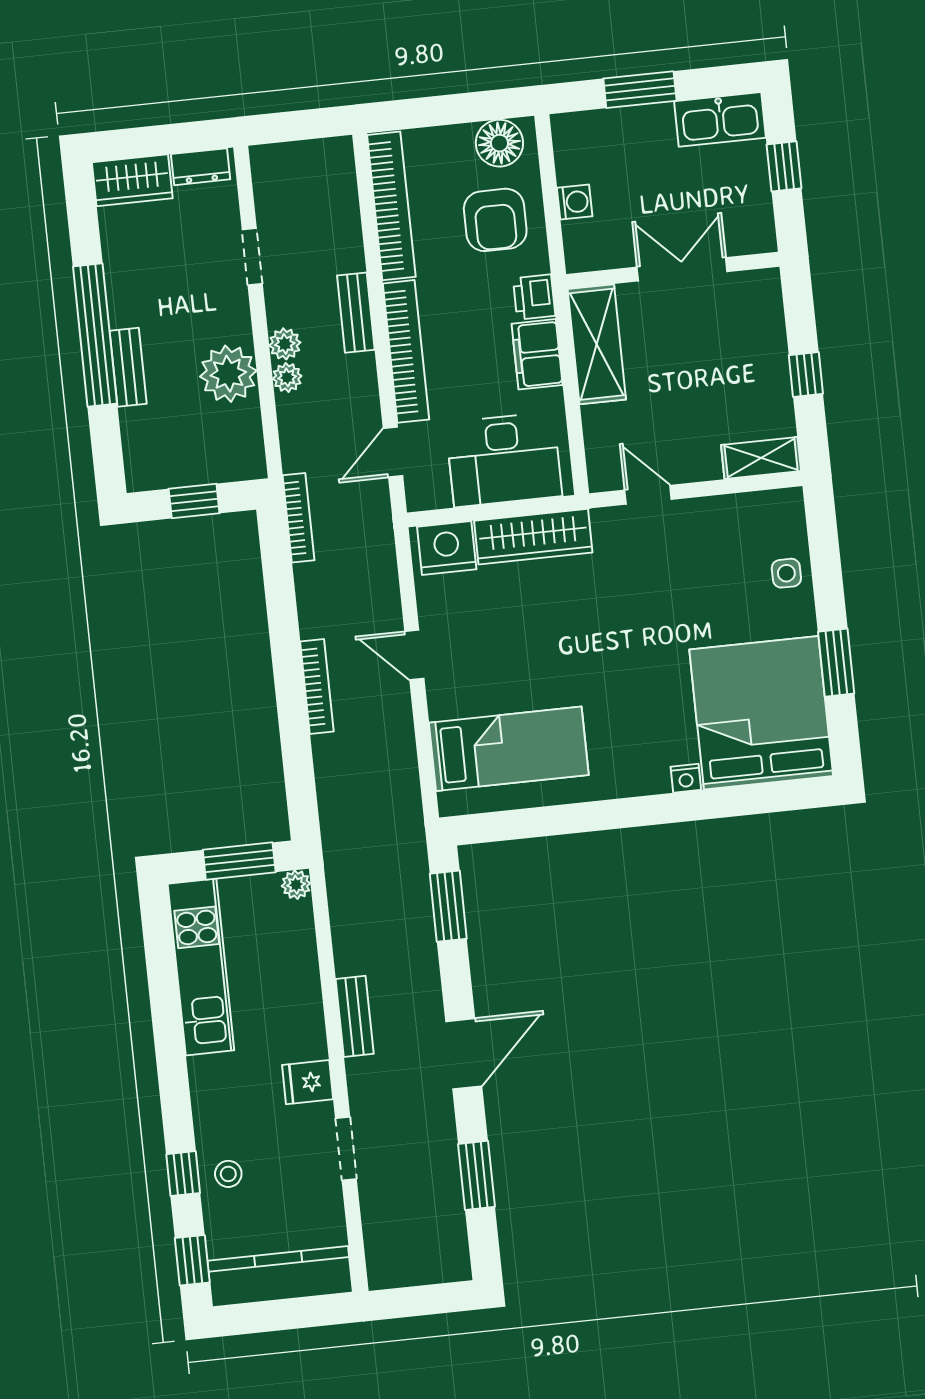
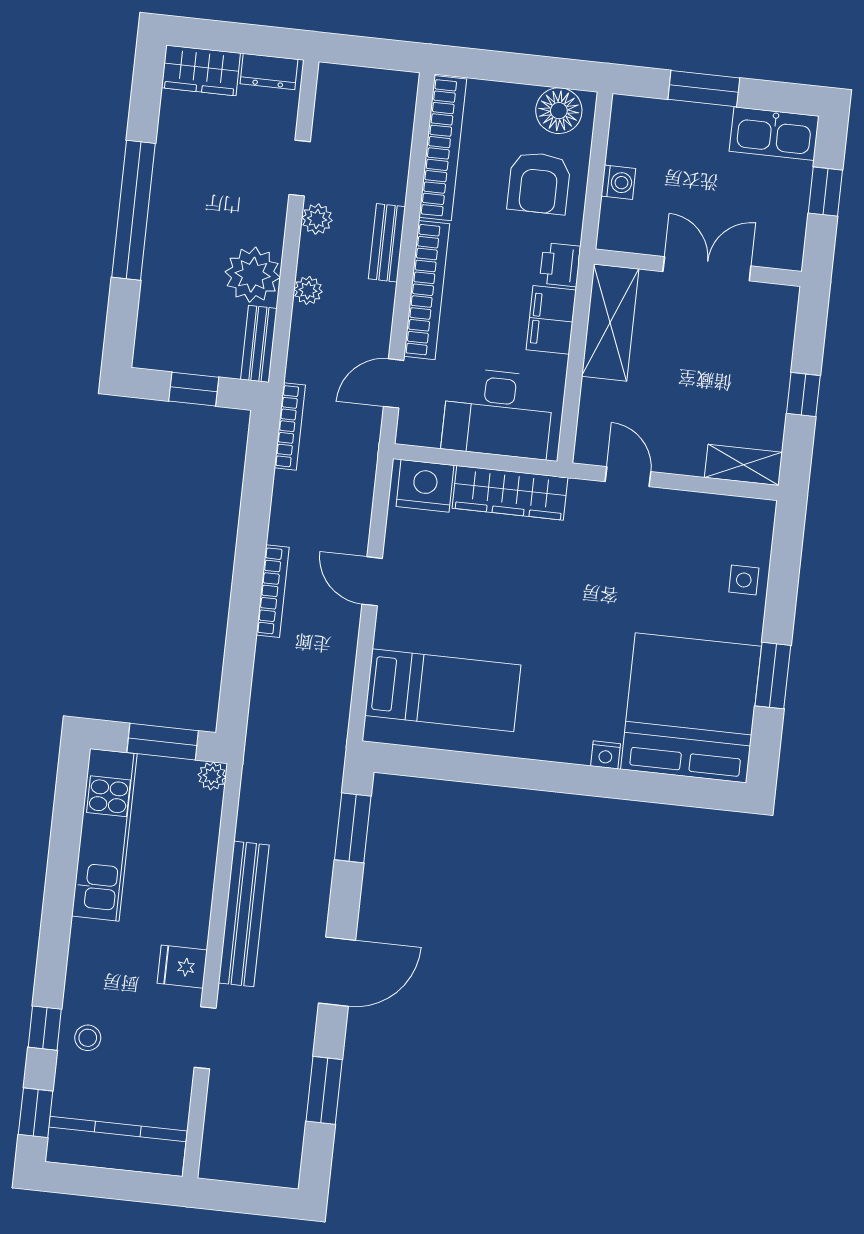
plant: (285, 344) -> (317, 219), moved
bench: (128, 367) -> (259, 344), moved
bench: (355, 1016) -> (244, 914), width x1.86, depth x1.21

